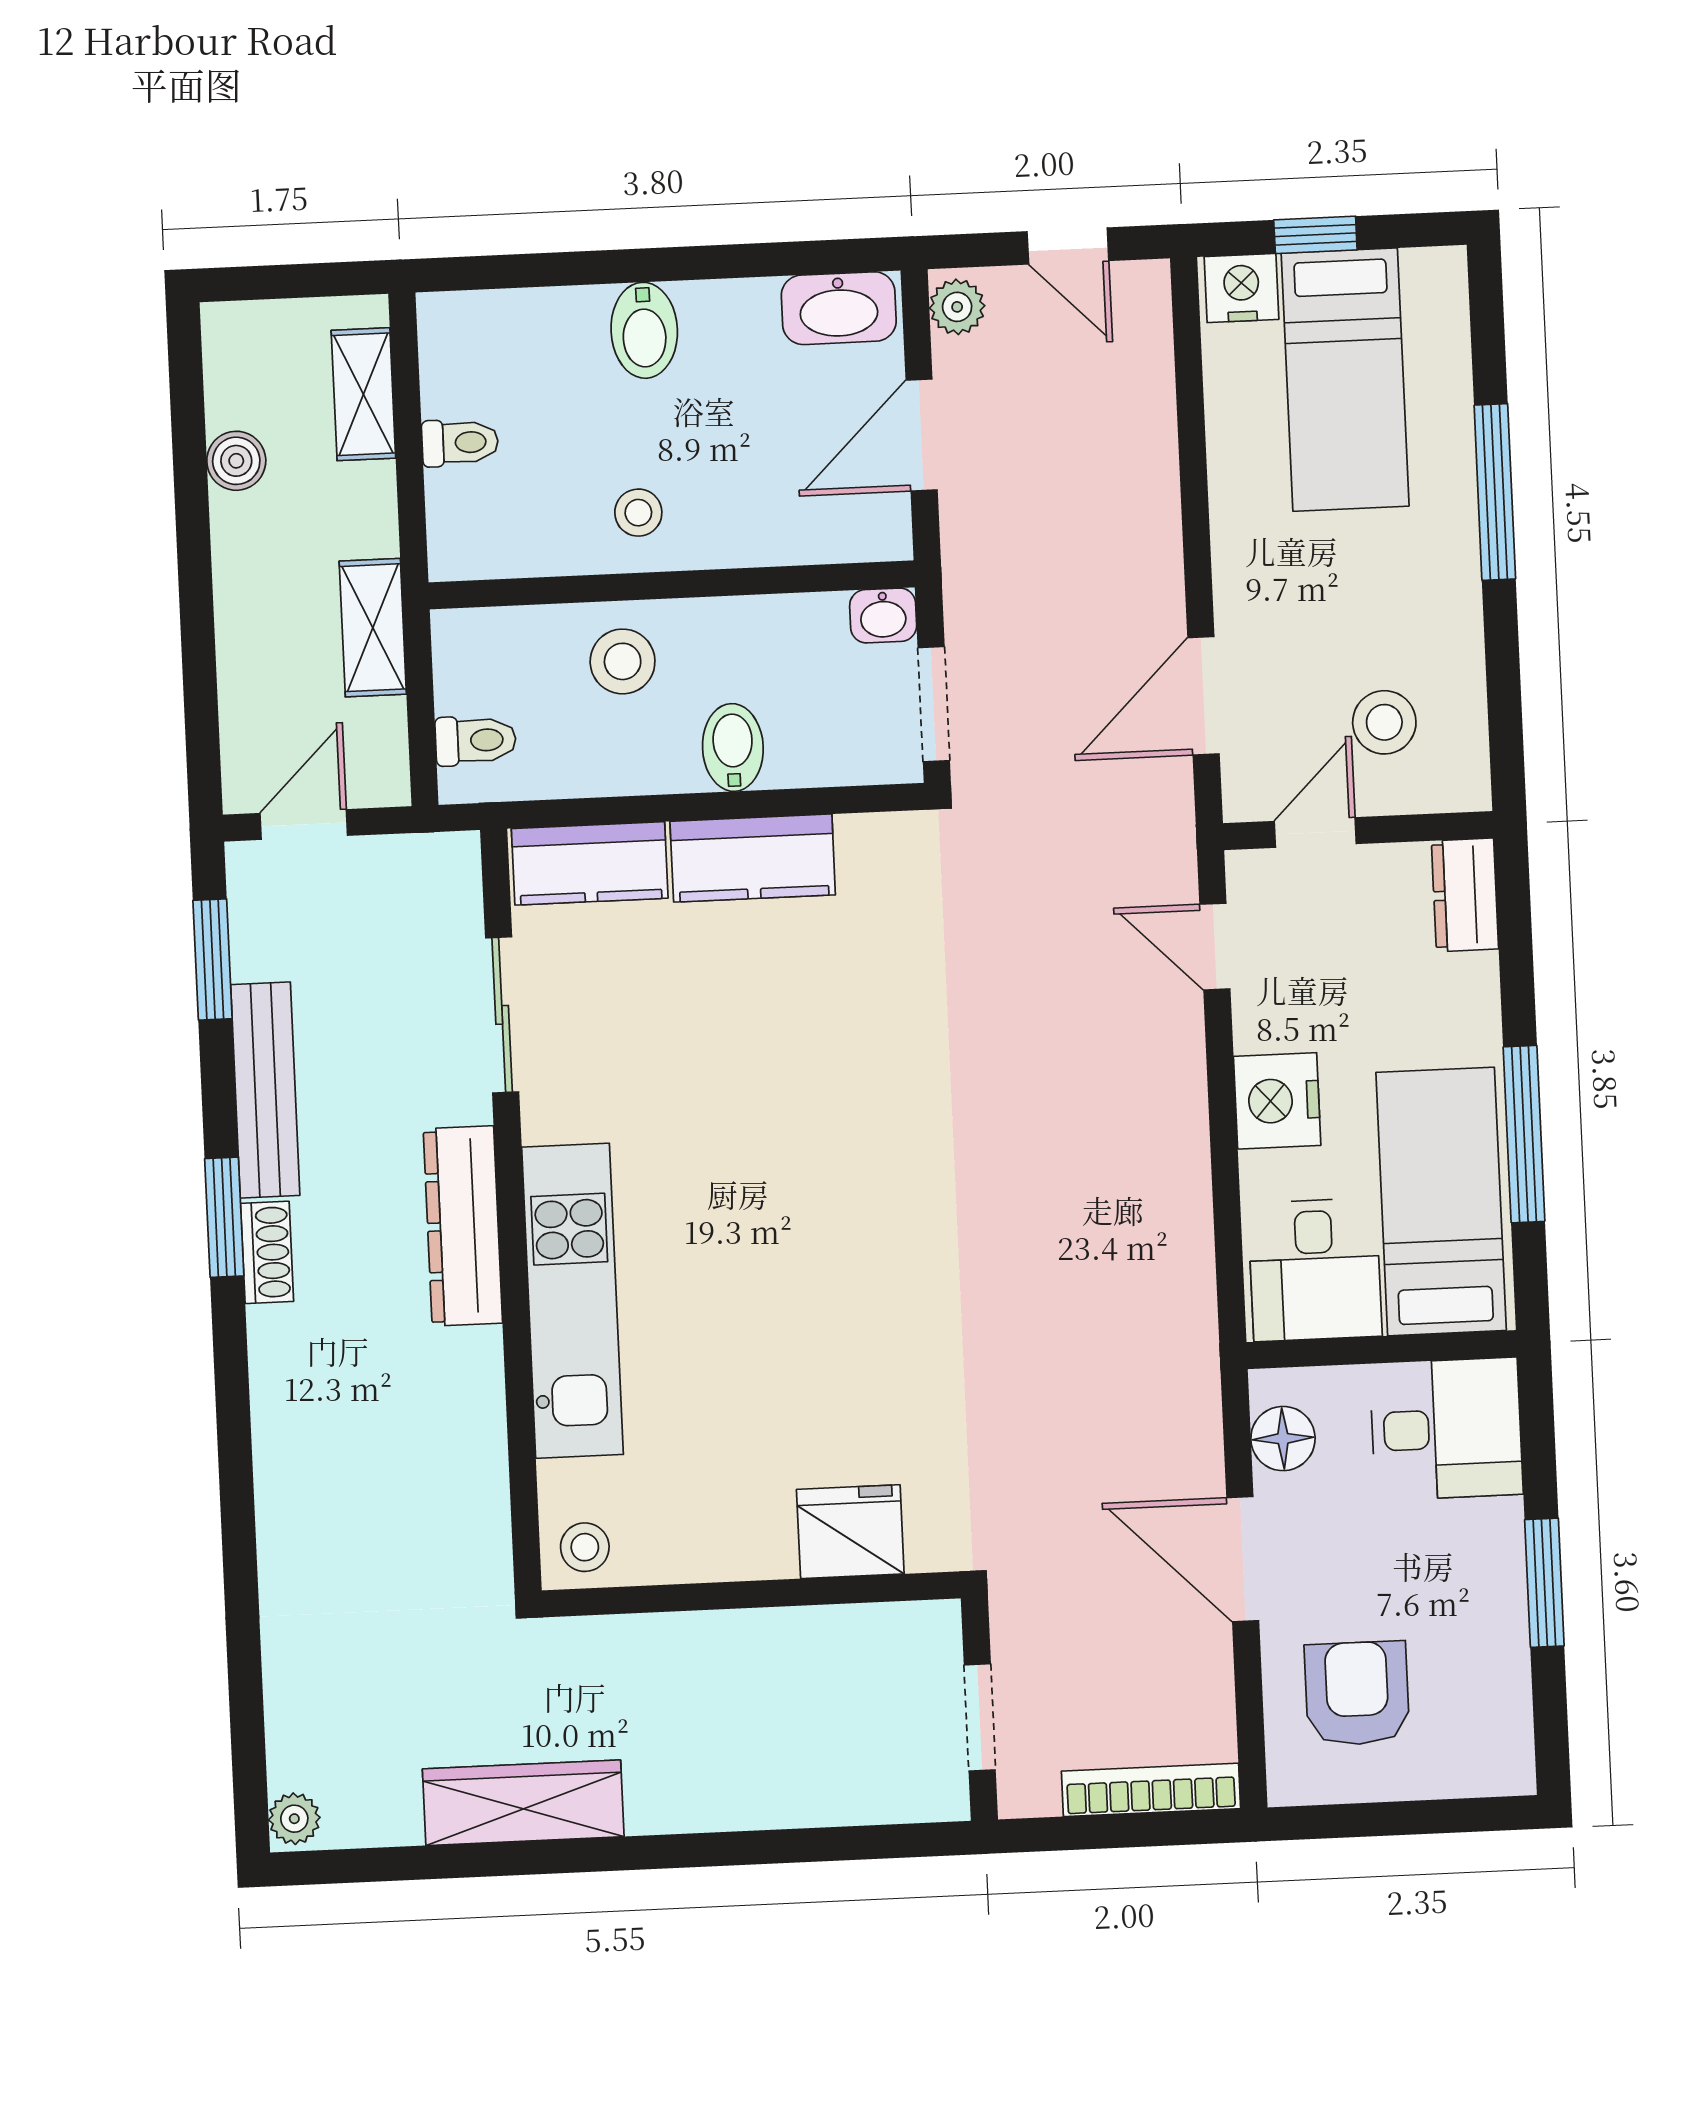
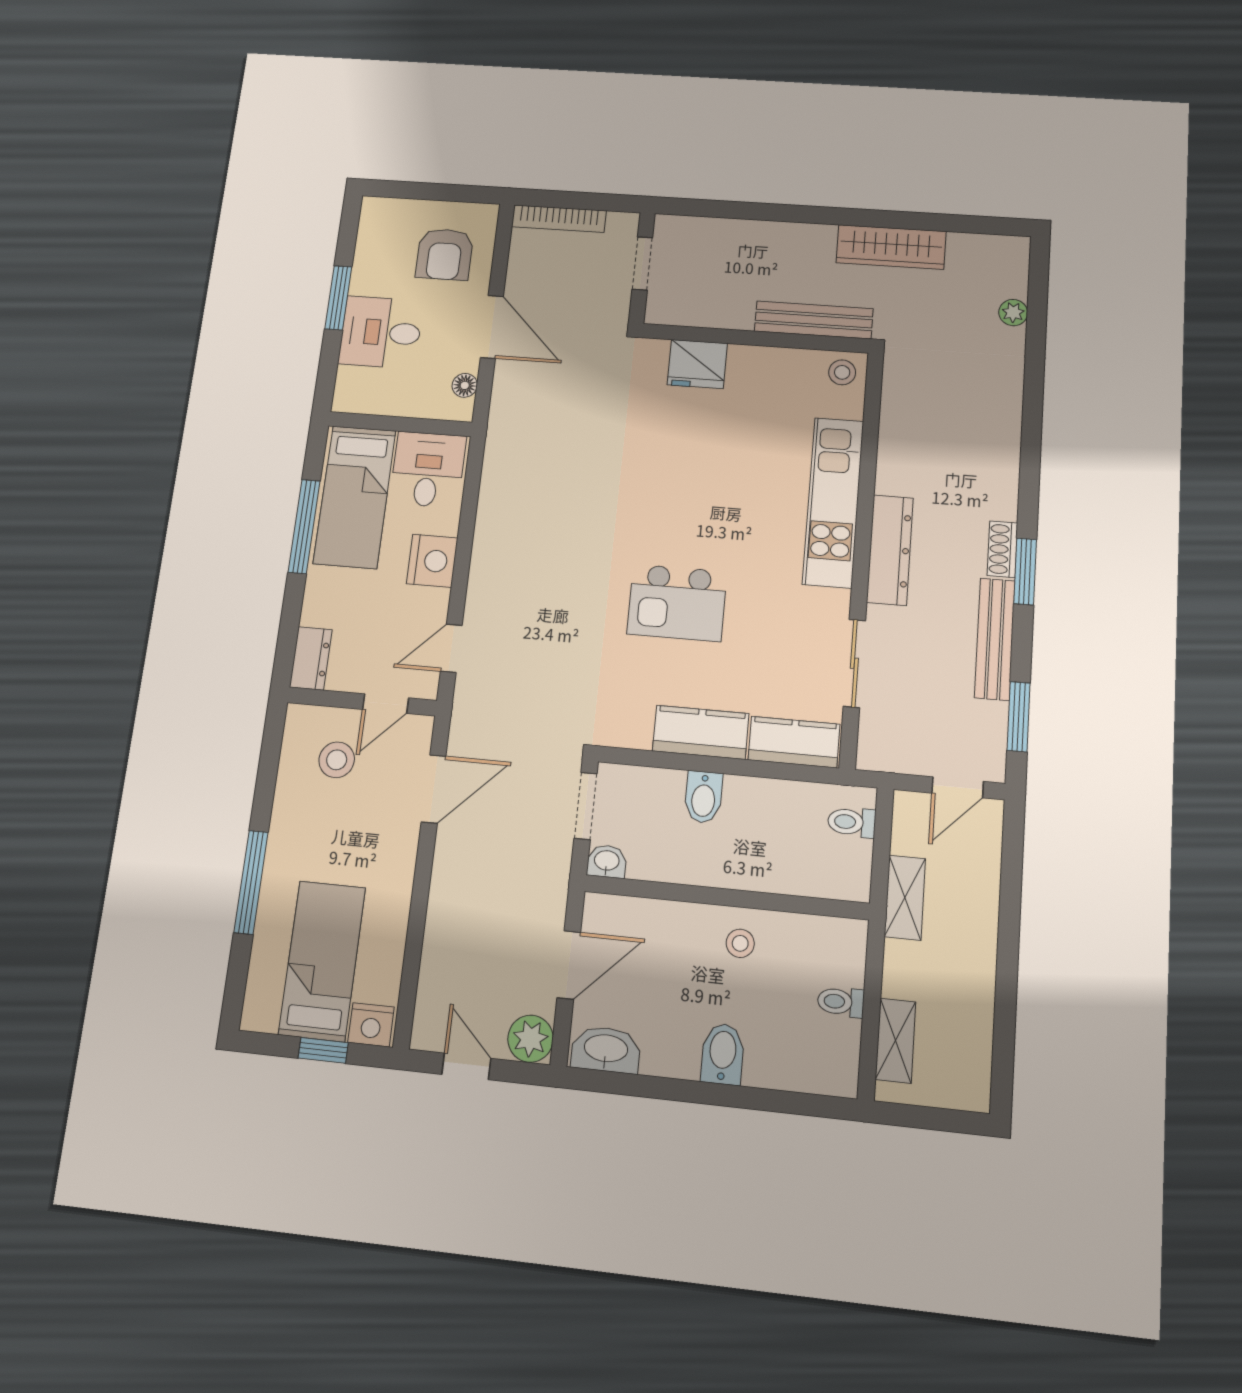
plant: (957, 307) -> (530, 1039), width x1.38, depth x1.38
boiler: (236, 461) -> (977, 1011), removed
stool: (623, 661) -> (761, 856), removed
door: (1215, 947) -> (451, 648), swing flipped
kitchen island: (826, 1082) -> (677, 603), added
desk: (1446, 1429) -> (381, 332), moved
floor lamp: (1283, 1439) -> (465, 385), width x0.73, depth x0.73
bench: (648, 1643) -> (814, 320), added
plant: (294, 1819) -> (1013, 313), moved

